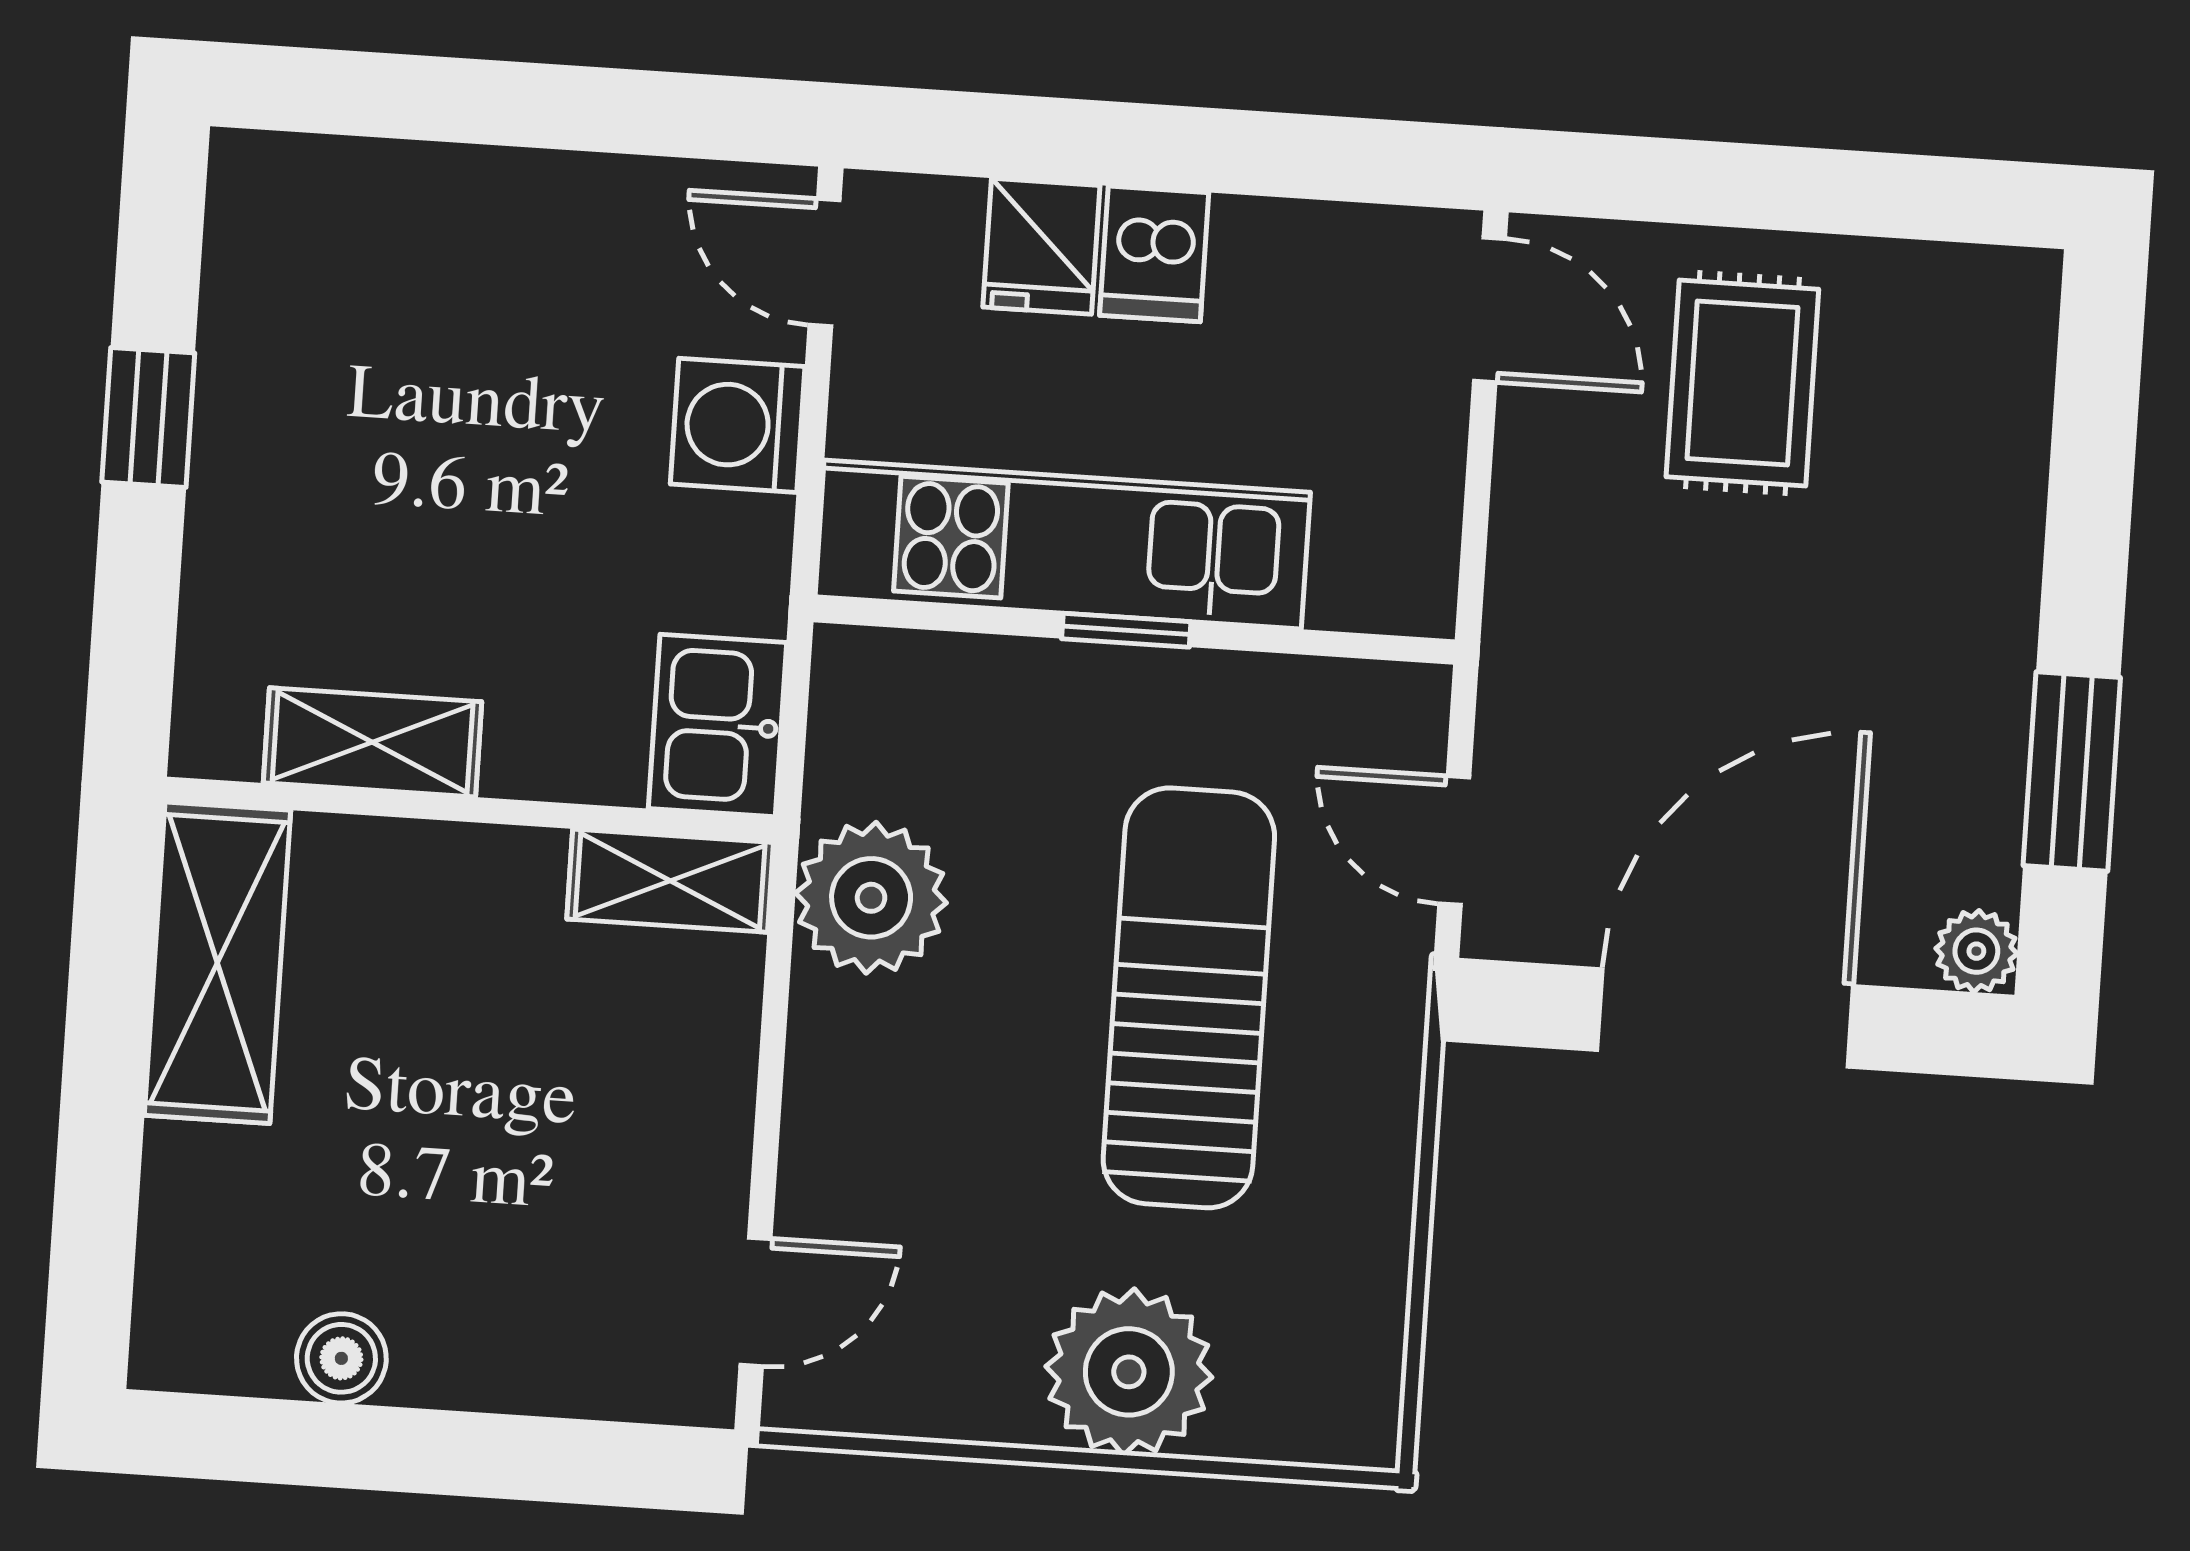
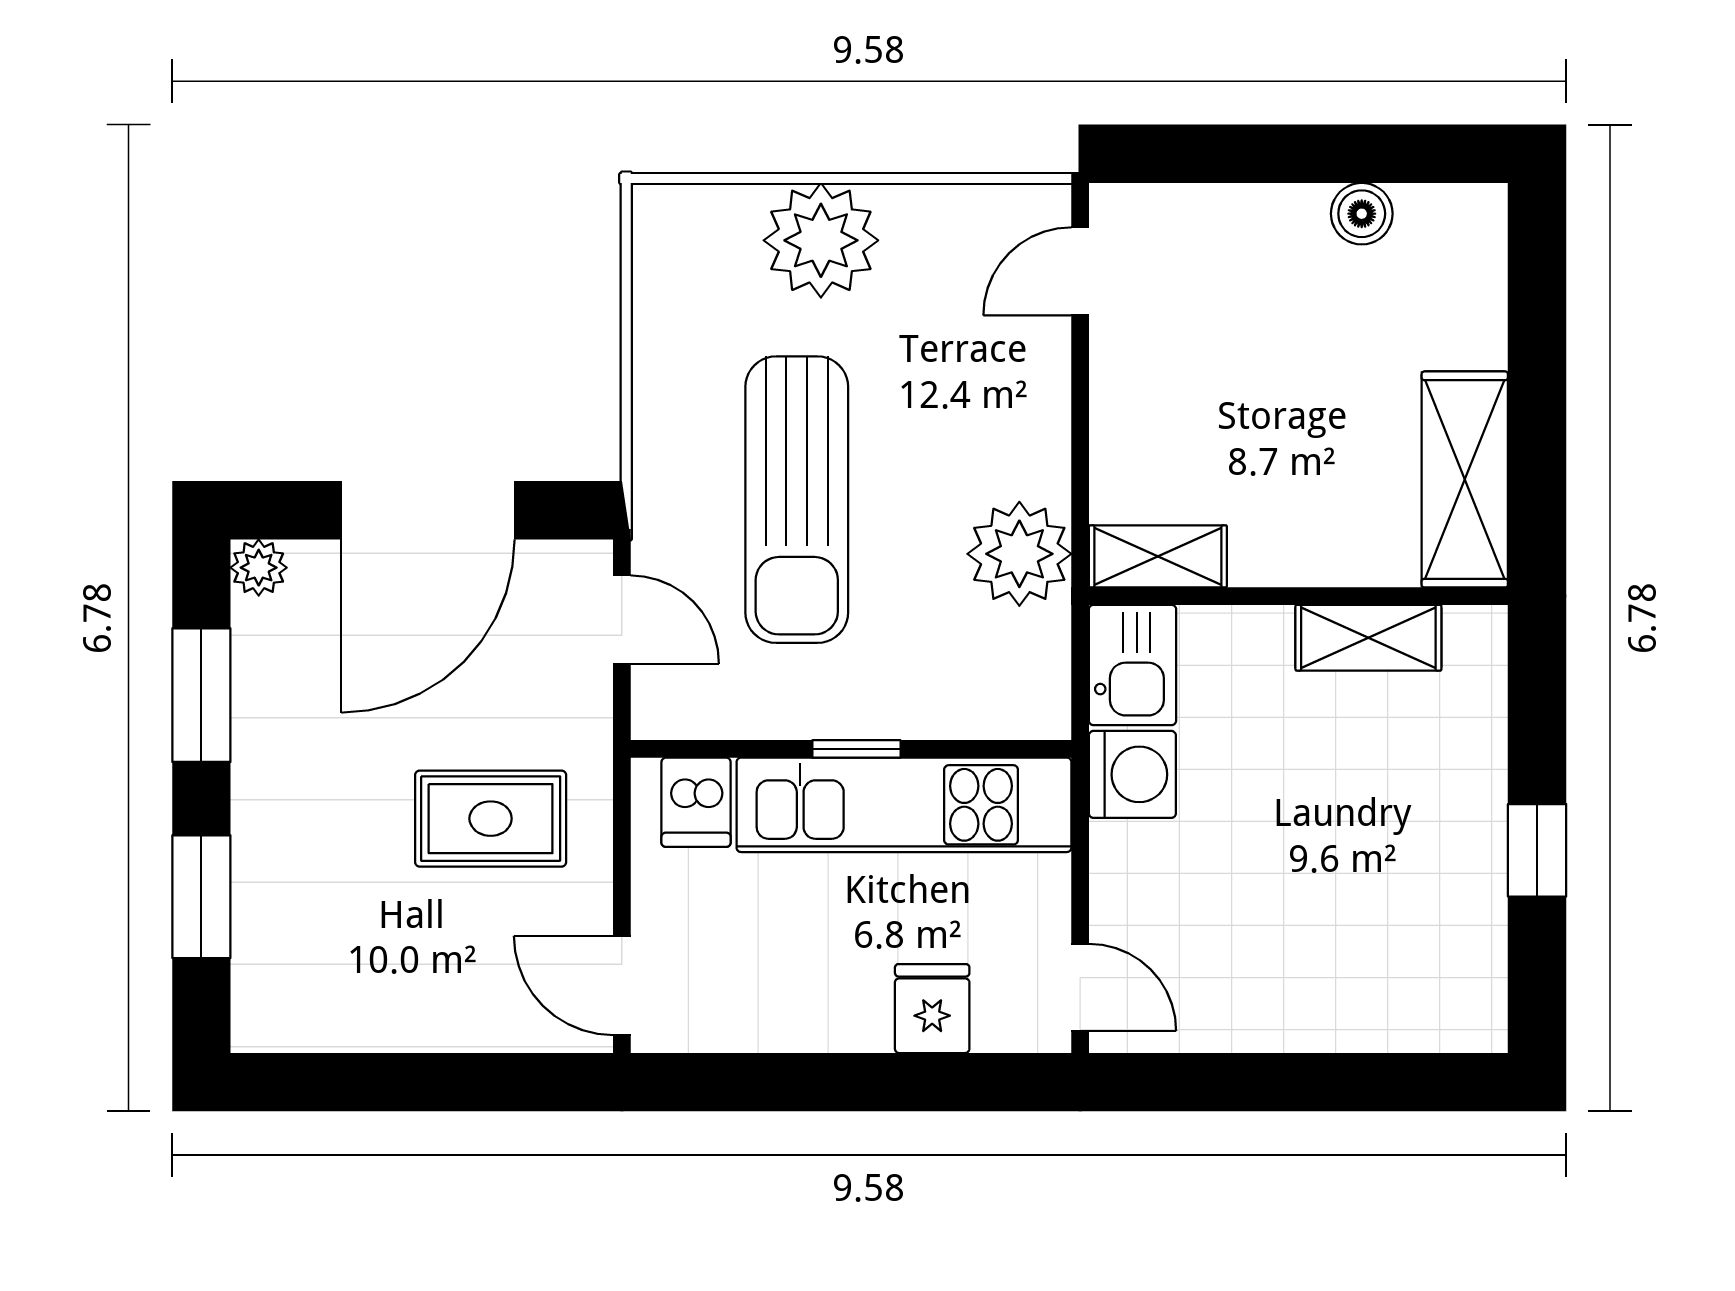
dishwasher: (1154, 254) -> (696, 802), moved, turned 180
rug: (1742, 383) -> (491, 819), moved, turned 90
washing machine: (738, 425) -> (1132, 774), moved
window: (2091, 479) -> (201, 897), added

